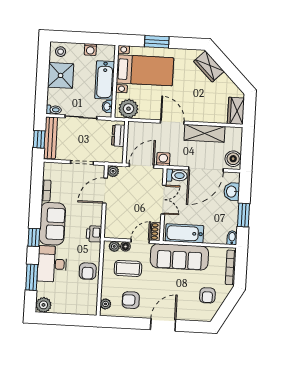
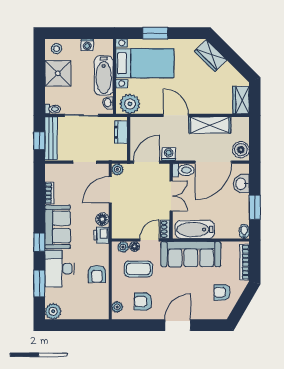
floor lamp: (96, 219) -> (102, 219), added
armchair: (207, 295) -> (222, 292), turned 90

